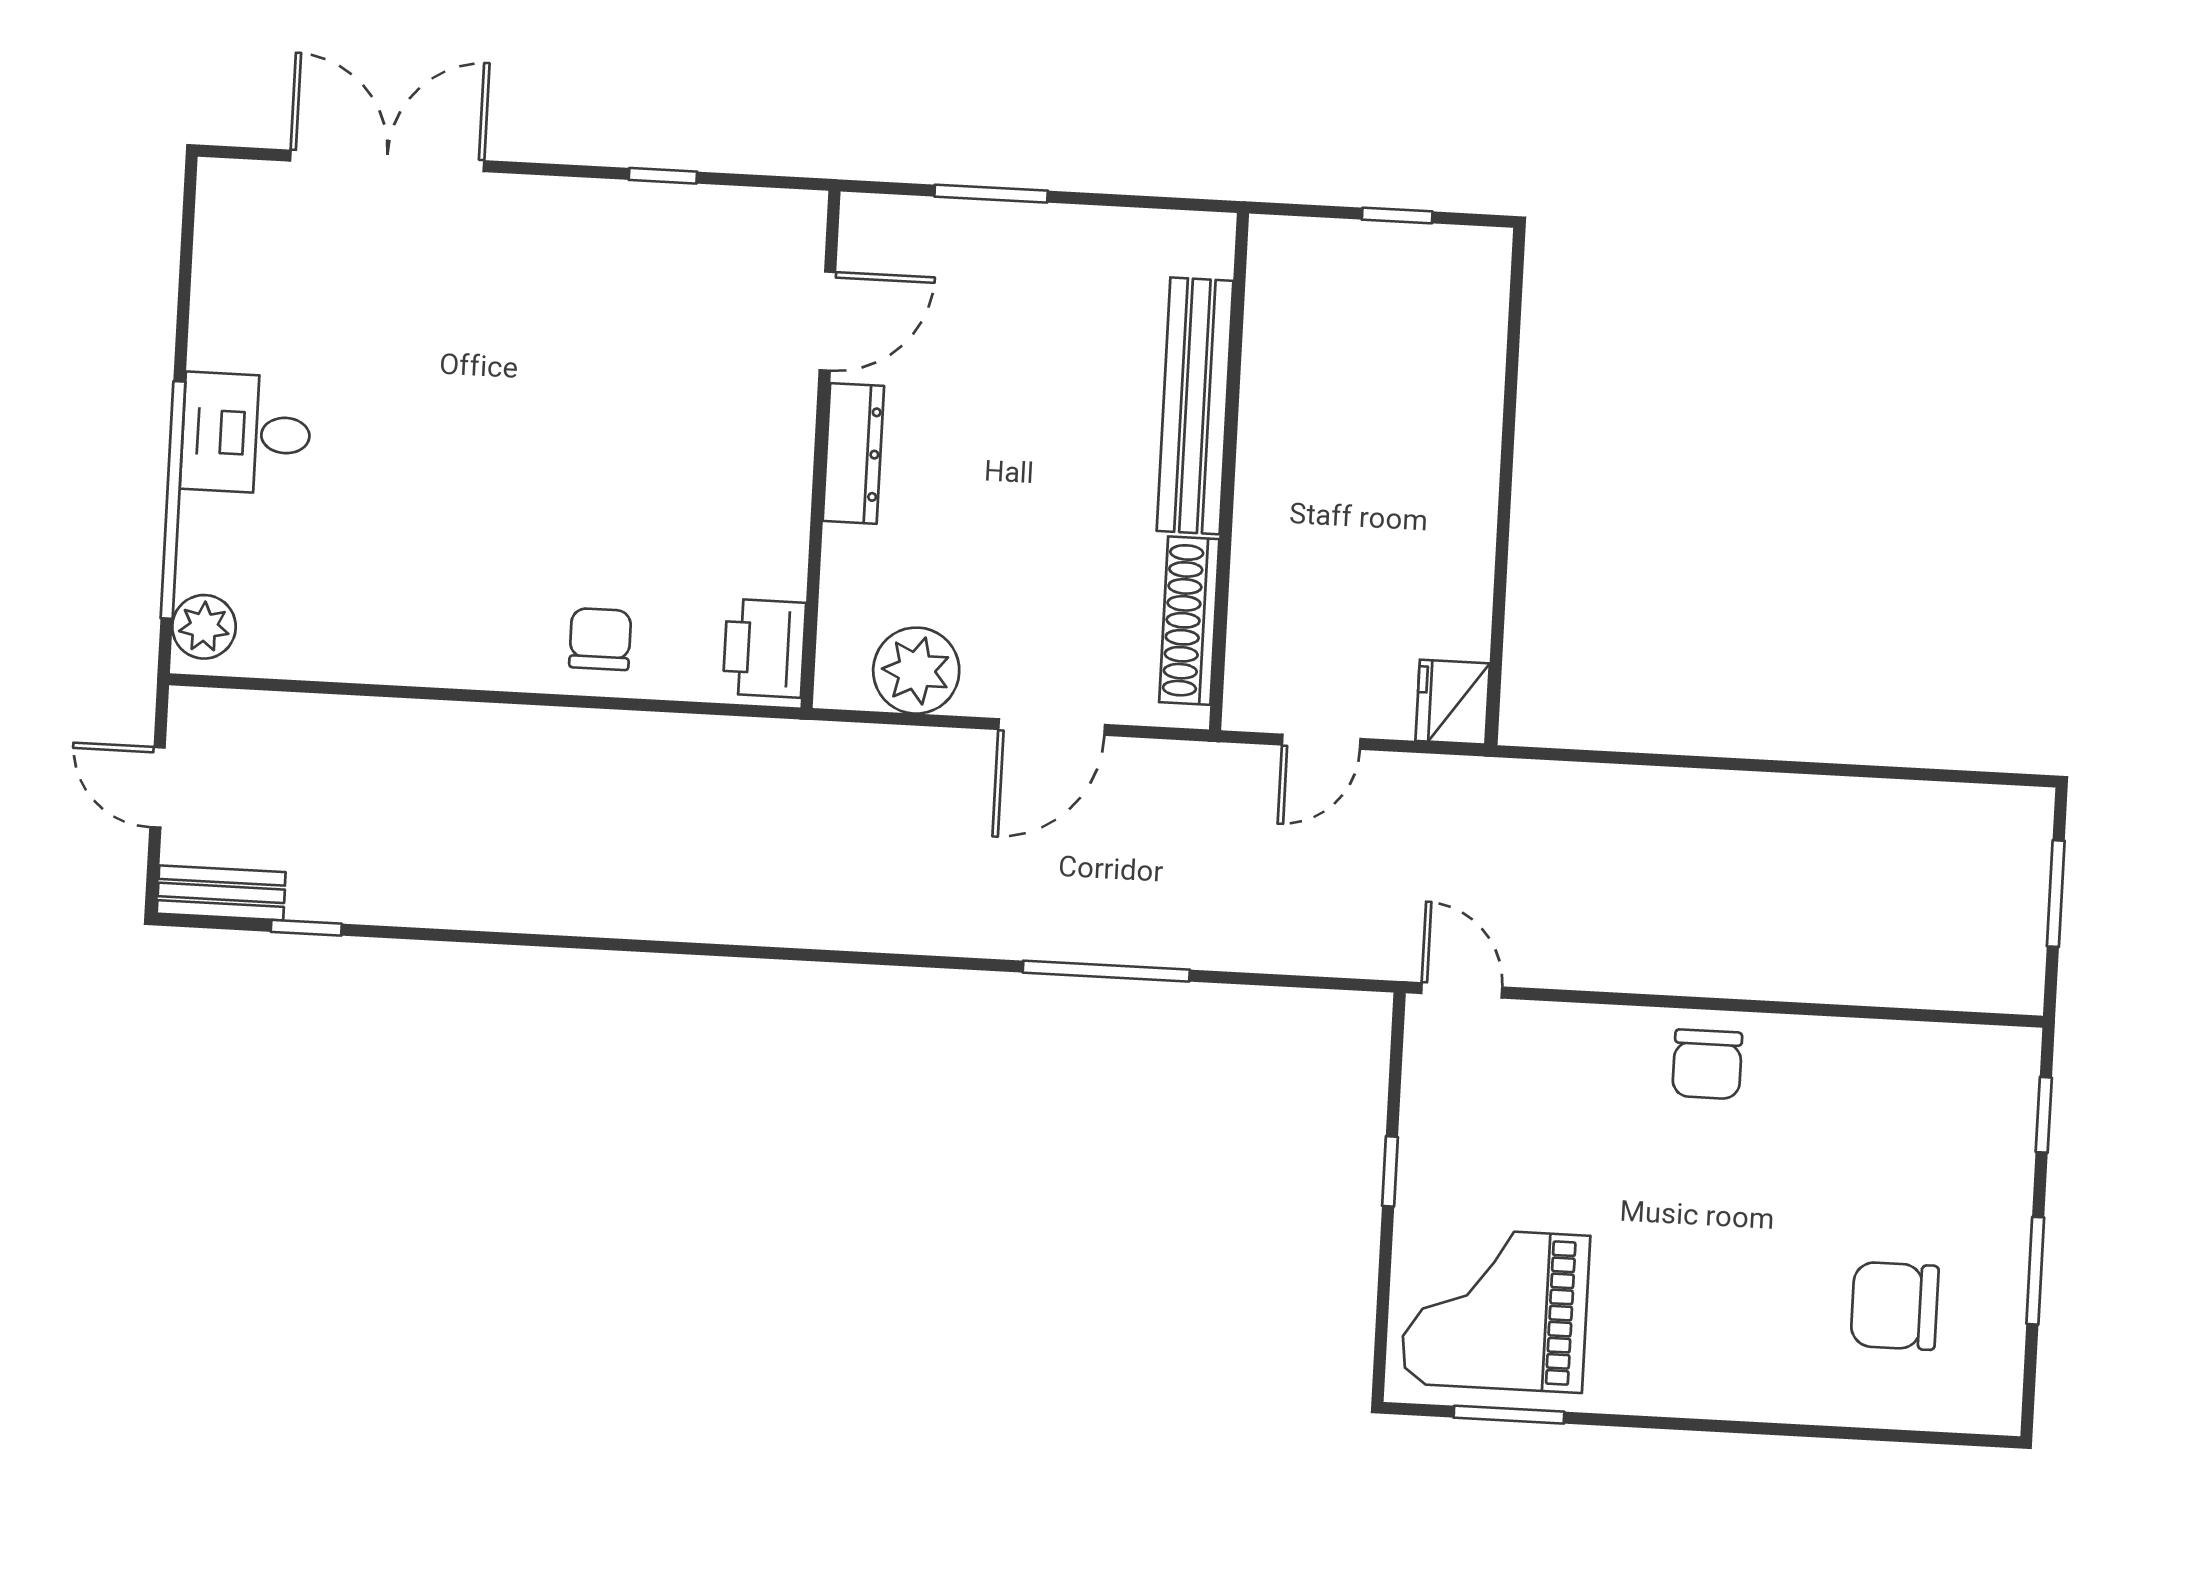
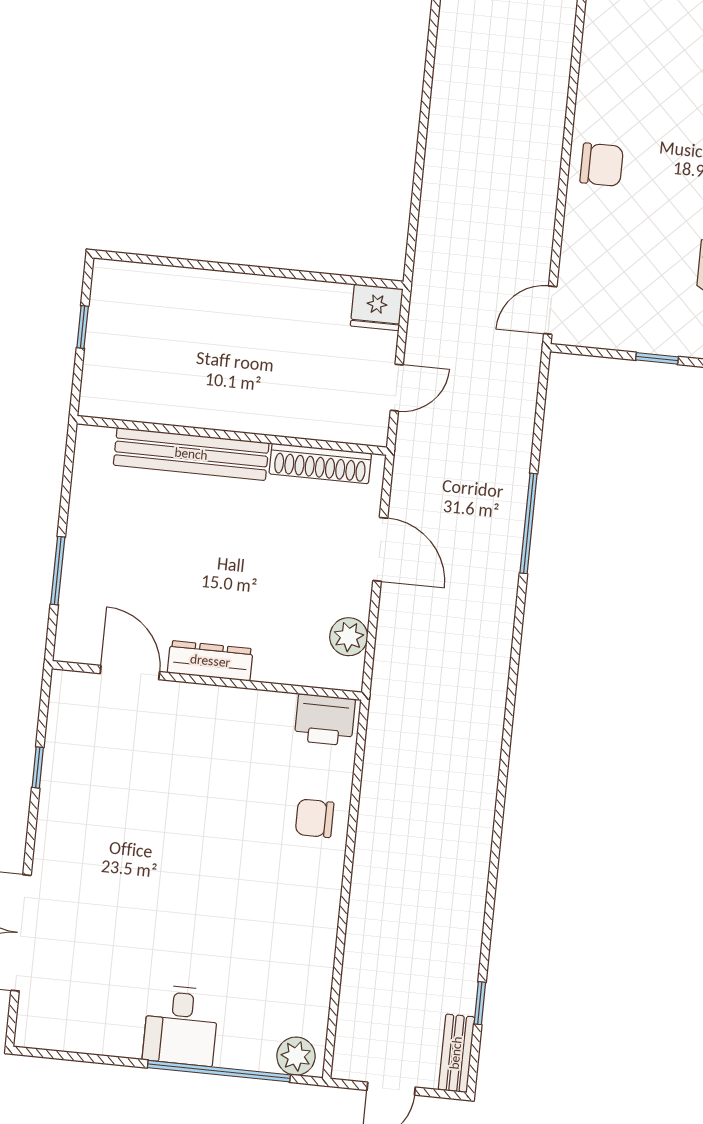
plant: (916, 671) -> (349, 637), width x0.73, depth x0.73
door: (1321, 742) -> (397, 388), hinge flipped

